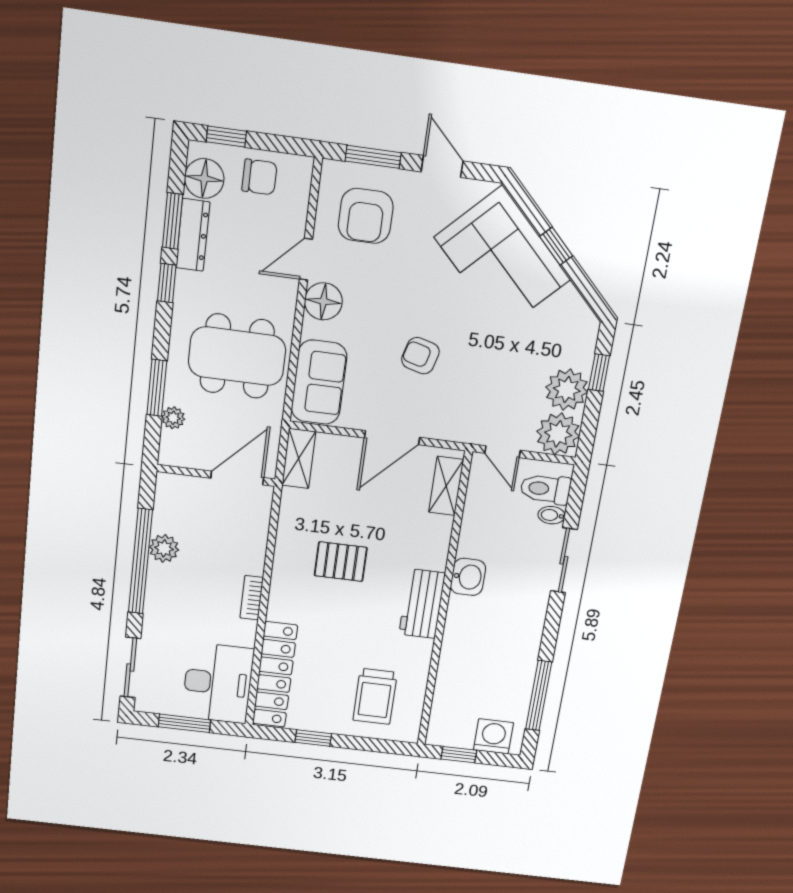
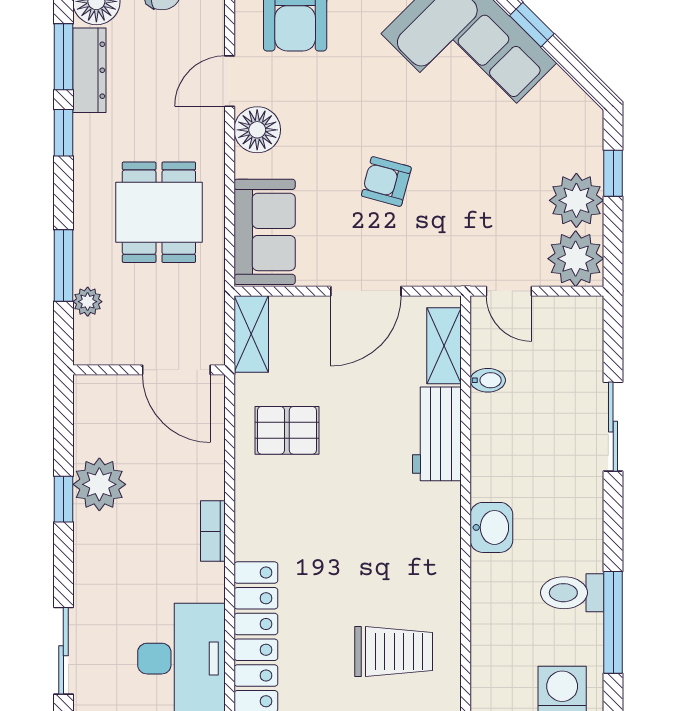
dining table: (237, 356) -> (159, 212), width x0.73
door: (237, 478) -> (176, 370), swing flipped
toilet: (545, 489) -> (572, 593), moved
bidet: (552, 515) -> (488, 380), moved, turned 180
plant: (164, 548) -> (99, 484), width x1.36, depth x1.36
window: (140, 561) -> (63, 499), width x0.32
pallet: (341, 562) -> (287, 430), moved
washbasin: (468, 577) -> (491, 527), moved
workbench: (422, 604) -> (437, 434), moved
trolley: (375, 696) -> (394, 651), turned -90

